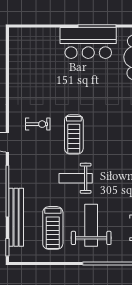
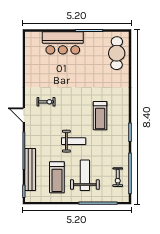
bar counter: (88, 43) -> (63, 43), moved
treadmill: (74, 134) -> (100, 116), moved
weight bench: (76, 178) -> (74, 141), turned 180

